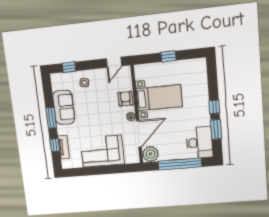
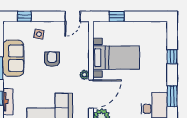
window: (168, 56) -> (117, 16), moved
armchair: (125, 99) -> (52, 59), moved
window: (214, 107) -> (172, 57), moved

